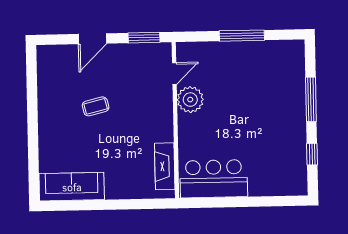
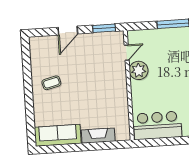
coffee table: (96, 106) -> (51, 83), moved
fireplace: (165, 166) -> (98, 136), moved, turned 90

